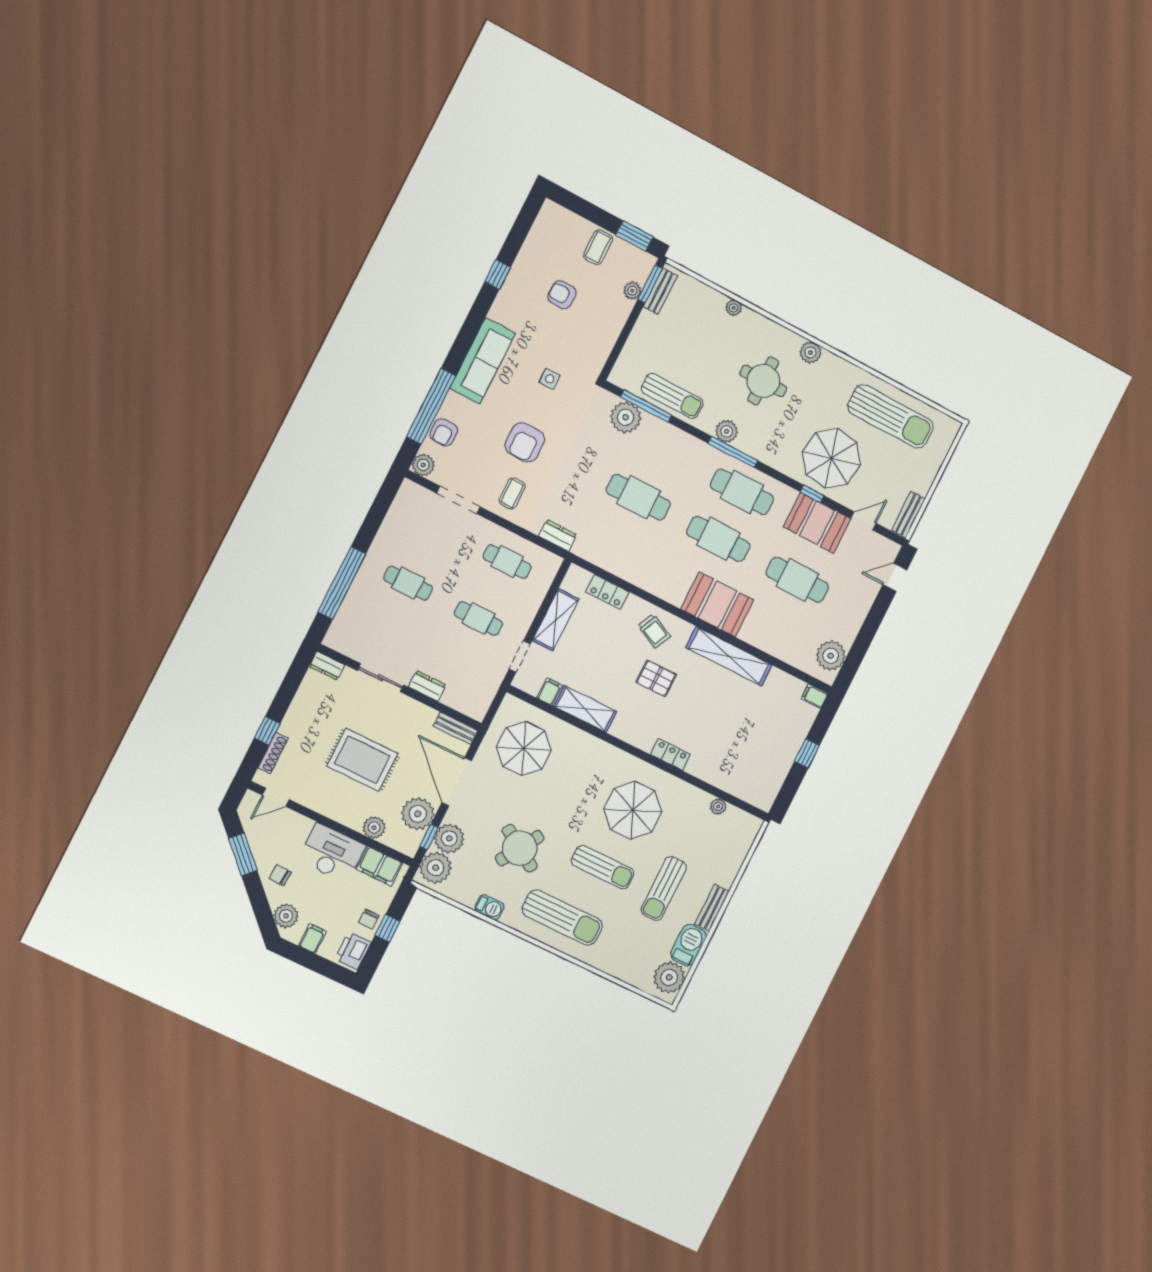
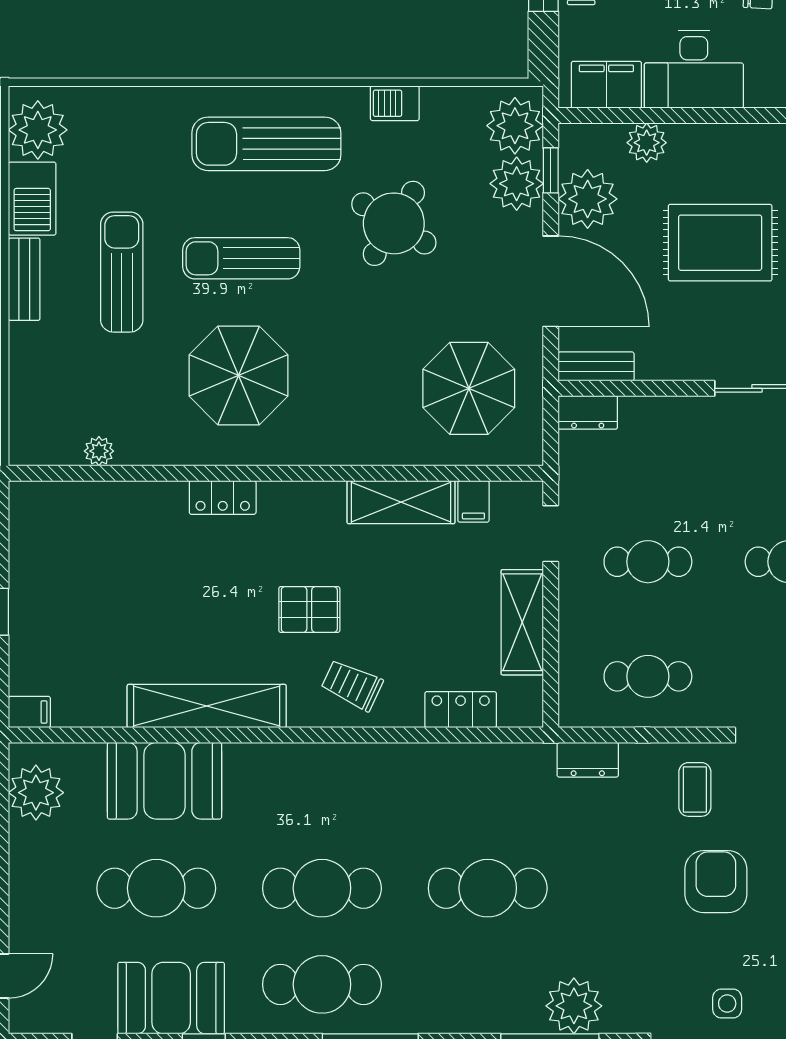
booth: (717, 604) -> (164, 781), moved
dresser: (427, 686) -> (588, 412), moved

